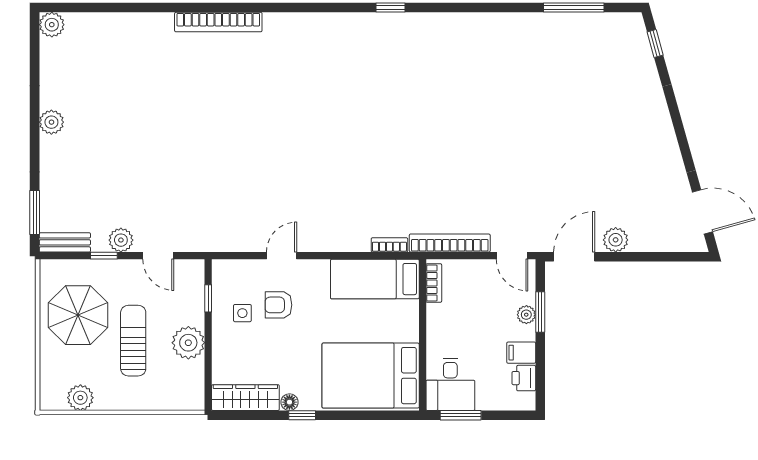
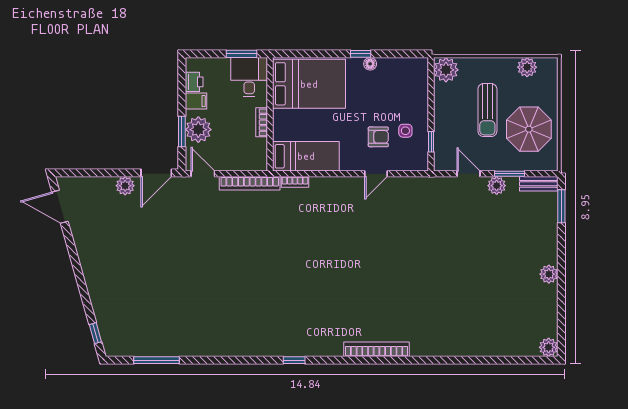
bookcase: (218, 22) -> (377, 349), moved
window: (104, 256) -> (509, 174), width x1.50
bookcase: (434, 283) -> (262, 122), moved
plant: (526, 315) -> (198, 130), width x1.87, depth x1.87
plant: (188, 343) -> (446, 70), moved
wardrobe: (245, 398) -> (403, 67), removed

